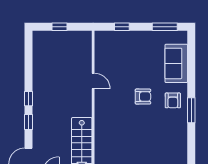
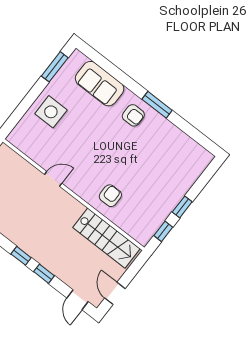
window: (122, 27) -> (22, 109), removed
side table: (134, 47) -> (51, 112), added
armchair: (143, 97) -> (110, 196), moved

